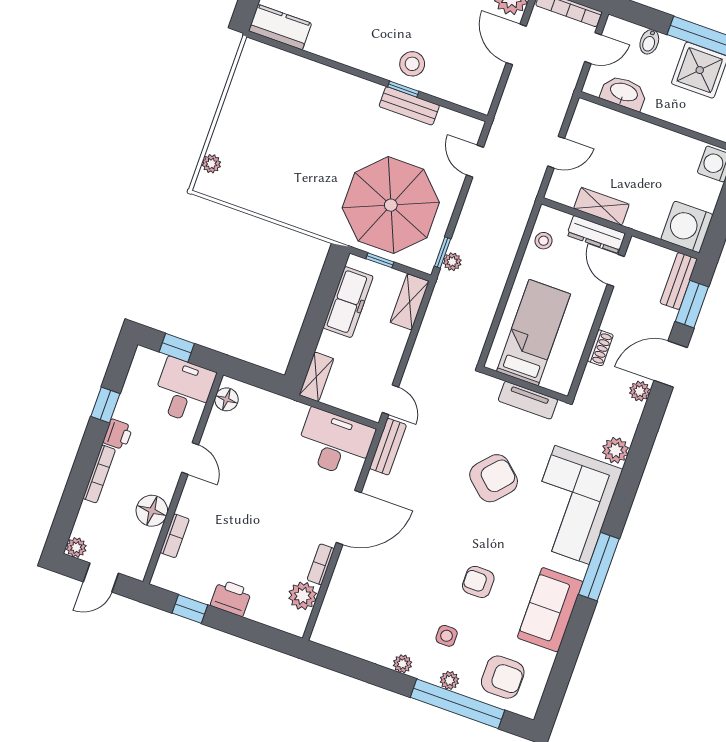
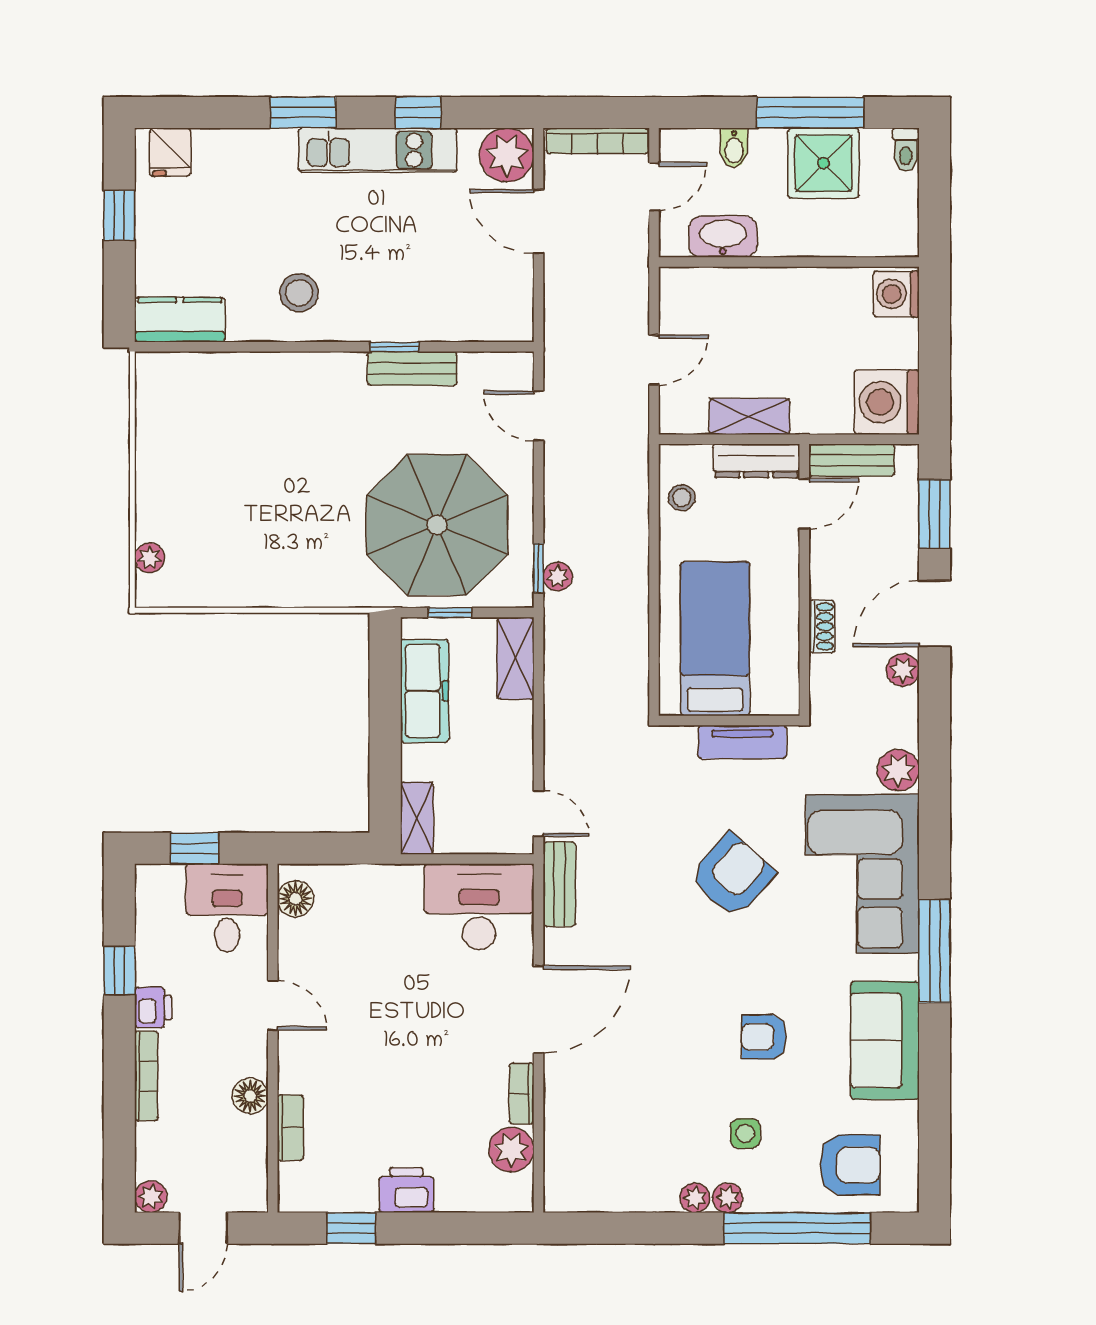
stool: (412, 64) -> (299, 293), moved
door: (616, 270) -> (804, 504), swing flipped
bench: (679, 281) -> (852, 460), moved, turned 90
floor lamp: (152, 511) -> (250, 1096), width x0.73, depth x0.73
plant: (449, 680) -> (728, 1198), moved

